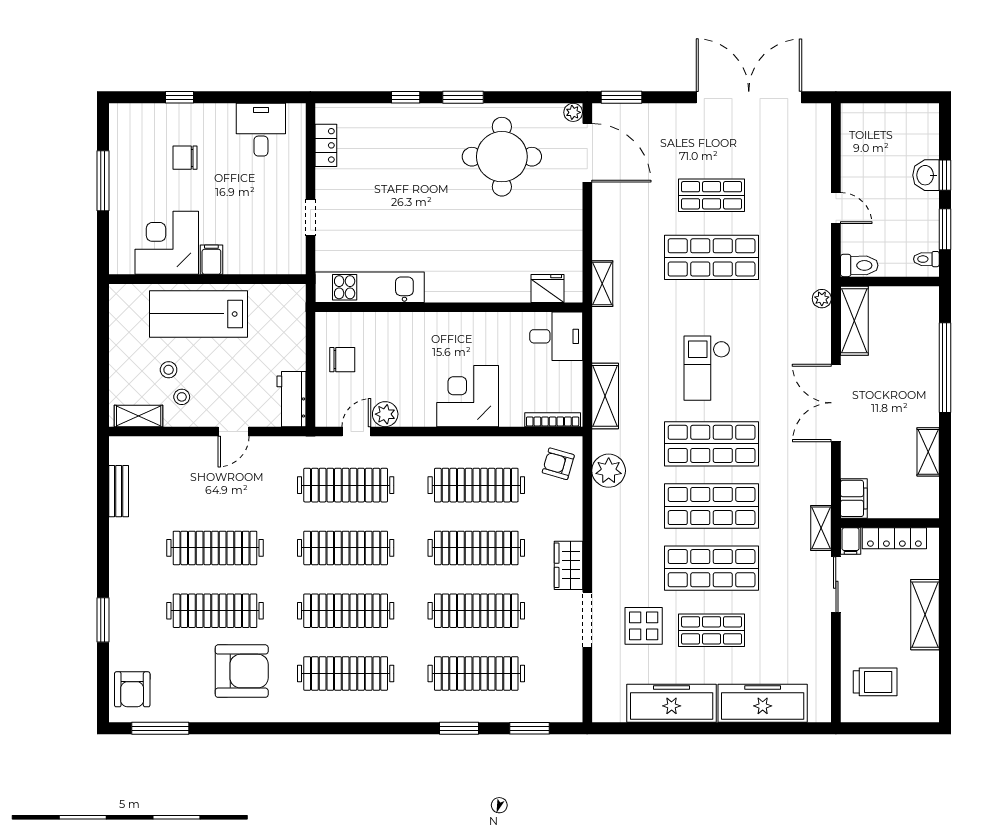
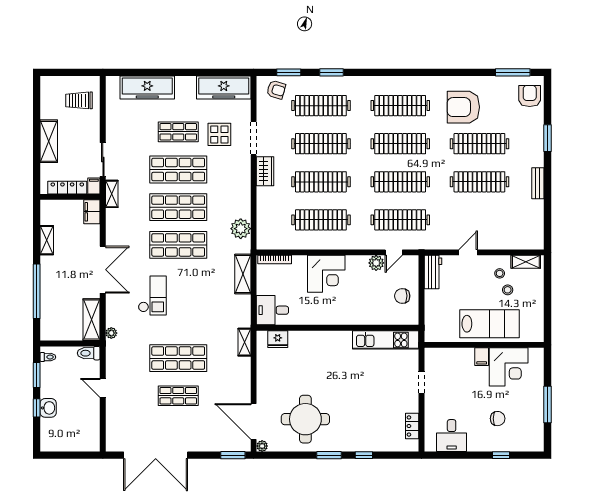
checkout: (707, 368) -> (152, 296), moved
armchair: (558, 464) -> (276, 90), moved
bench: (119, 491) -> (538, 183), moved
freezer: (672, 703) -> (224, 88), moved

